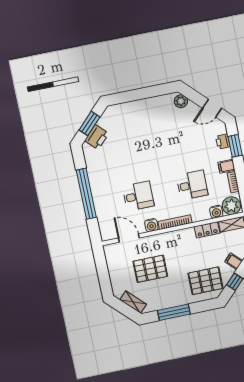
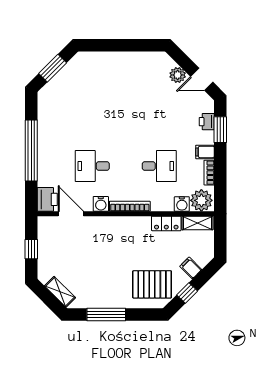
plant: (181, 101) -> (178, 75), moved
printer: (97, 137) -> (47, 199), moved, turned -45
desk: (138, 196) -> (92, 166), turned 180
pallet: (150, 269) -> (89, 256), removed
window: (103, 273) -> (31, 249), added

